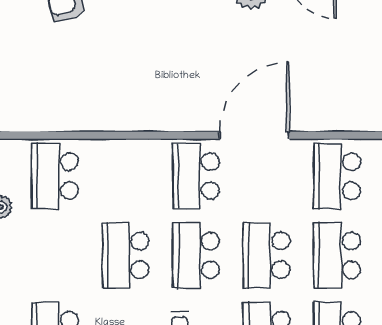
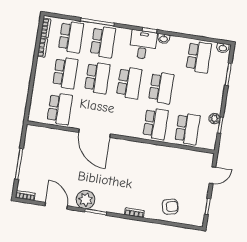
door: (254, 135) -> (94, 133), hinge flipped
school desk: (196, 176) -> (156, 124), moved

